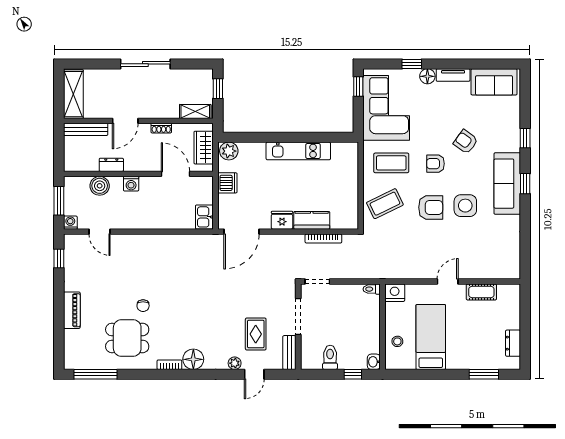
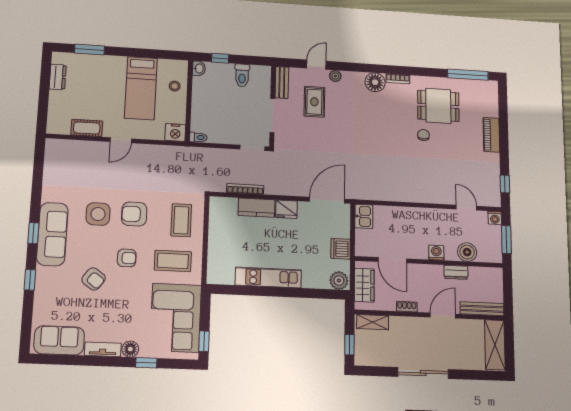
coffee table: (385, 204) -> (181, 220), turned -64

